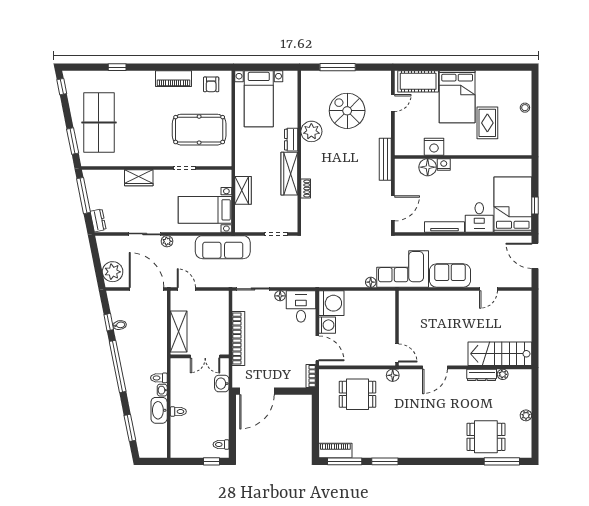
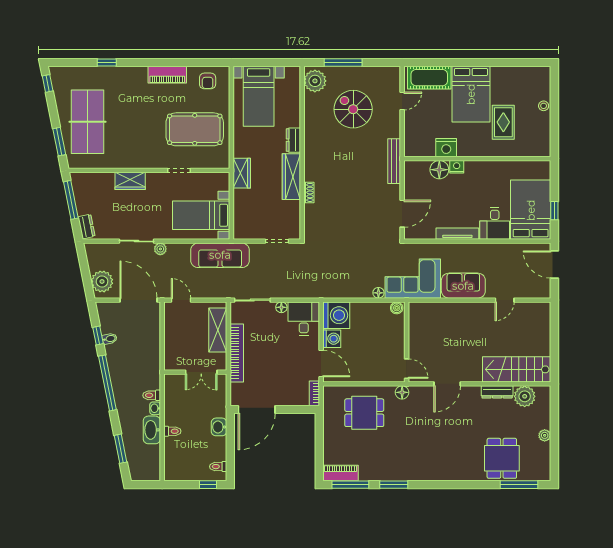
plant: (311, 131) -> (315, 81), moved
wardrobe: (243, 190) -> (242, 173), moved
boiler: (388, 296) -> (397, 308), added
shelving: (179, 331) -> (218, 330), moved
plant: (503, 374) -> (525, 396), width x1.88, depth x1.88
washbasin: (222, 384) -> (219, 427), moved
dining table: (486, 437) -> (502, 458), turned 90

